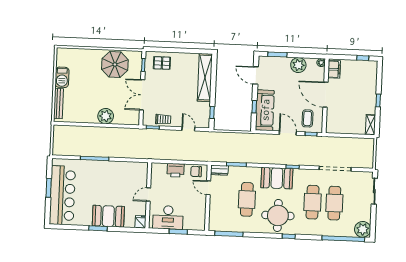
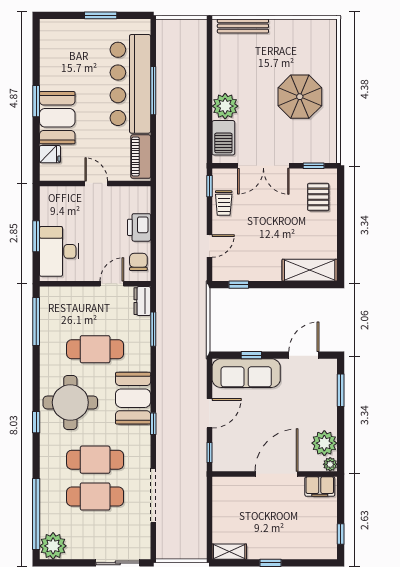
parasol: (115, 64) -> (300, 97), moved
plant: (298, 65) -> (324, 443), moved
barbecue: (62, 77) -> (223, 138), moved, turned -90
shelving: (205, 78) -> (310, 270), width x0.68
double door: (142, 95) -> (263, 166), swing flipped
coffee table: (307, 118) -> (235, 445), removed
piano: (133, 167) -> (141, 157), added
bar counter: (62, 195) -> (130, 84), moved, turned 90
desk: (168, 217) -> (59, 251), moved
fridge: (140, 222) -> (50, 154), moved

